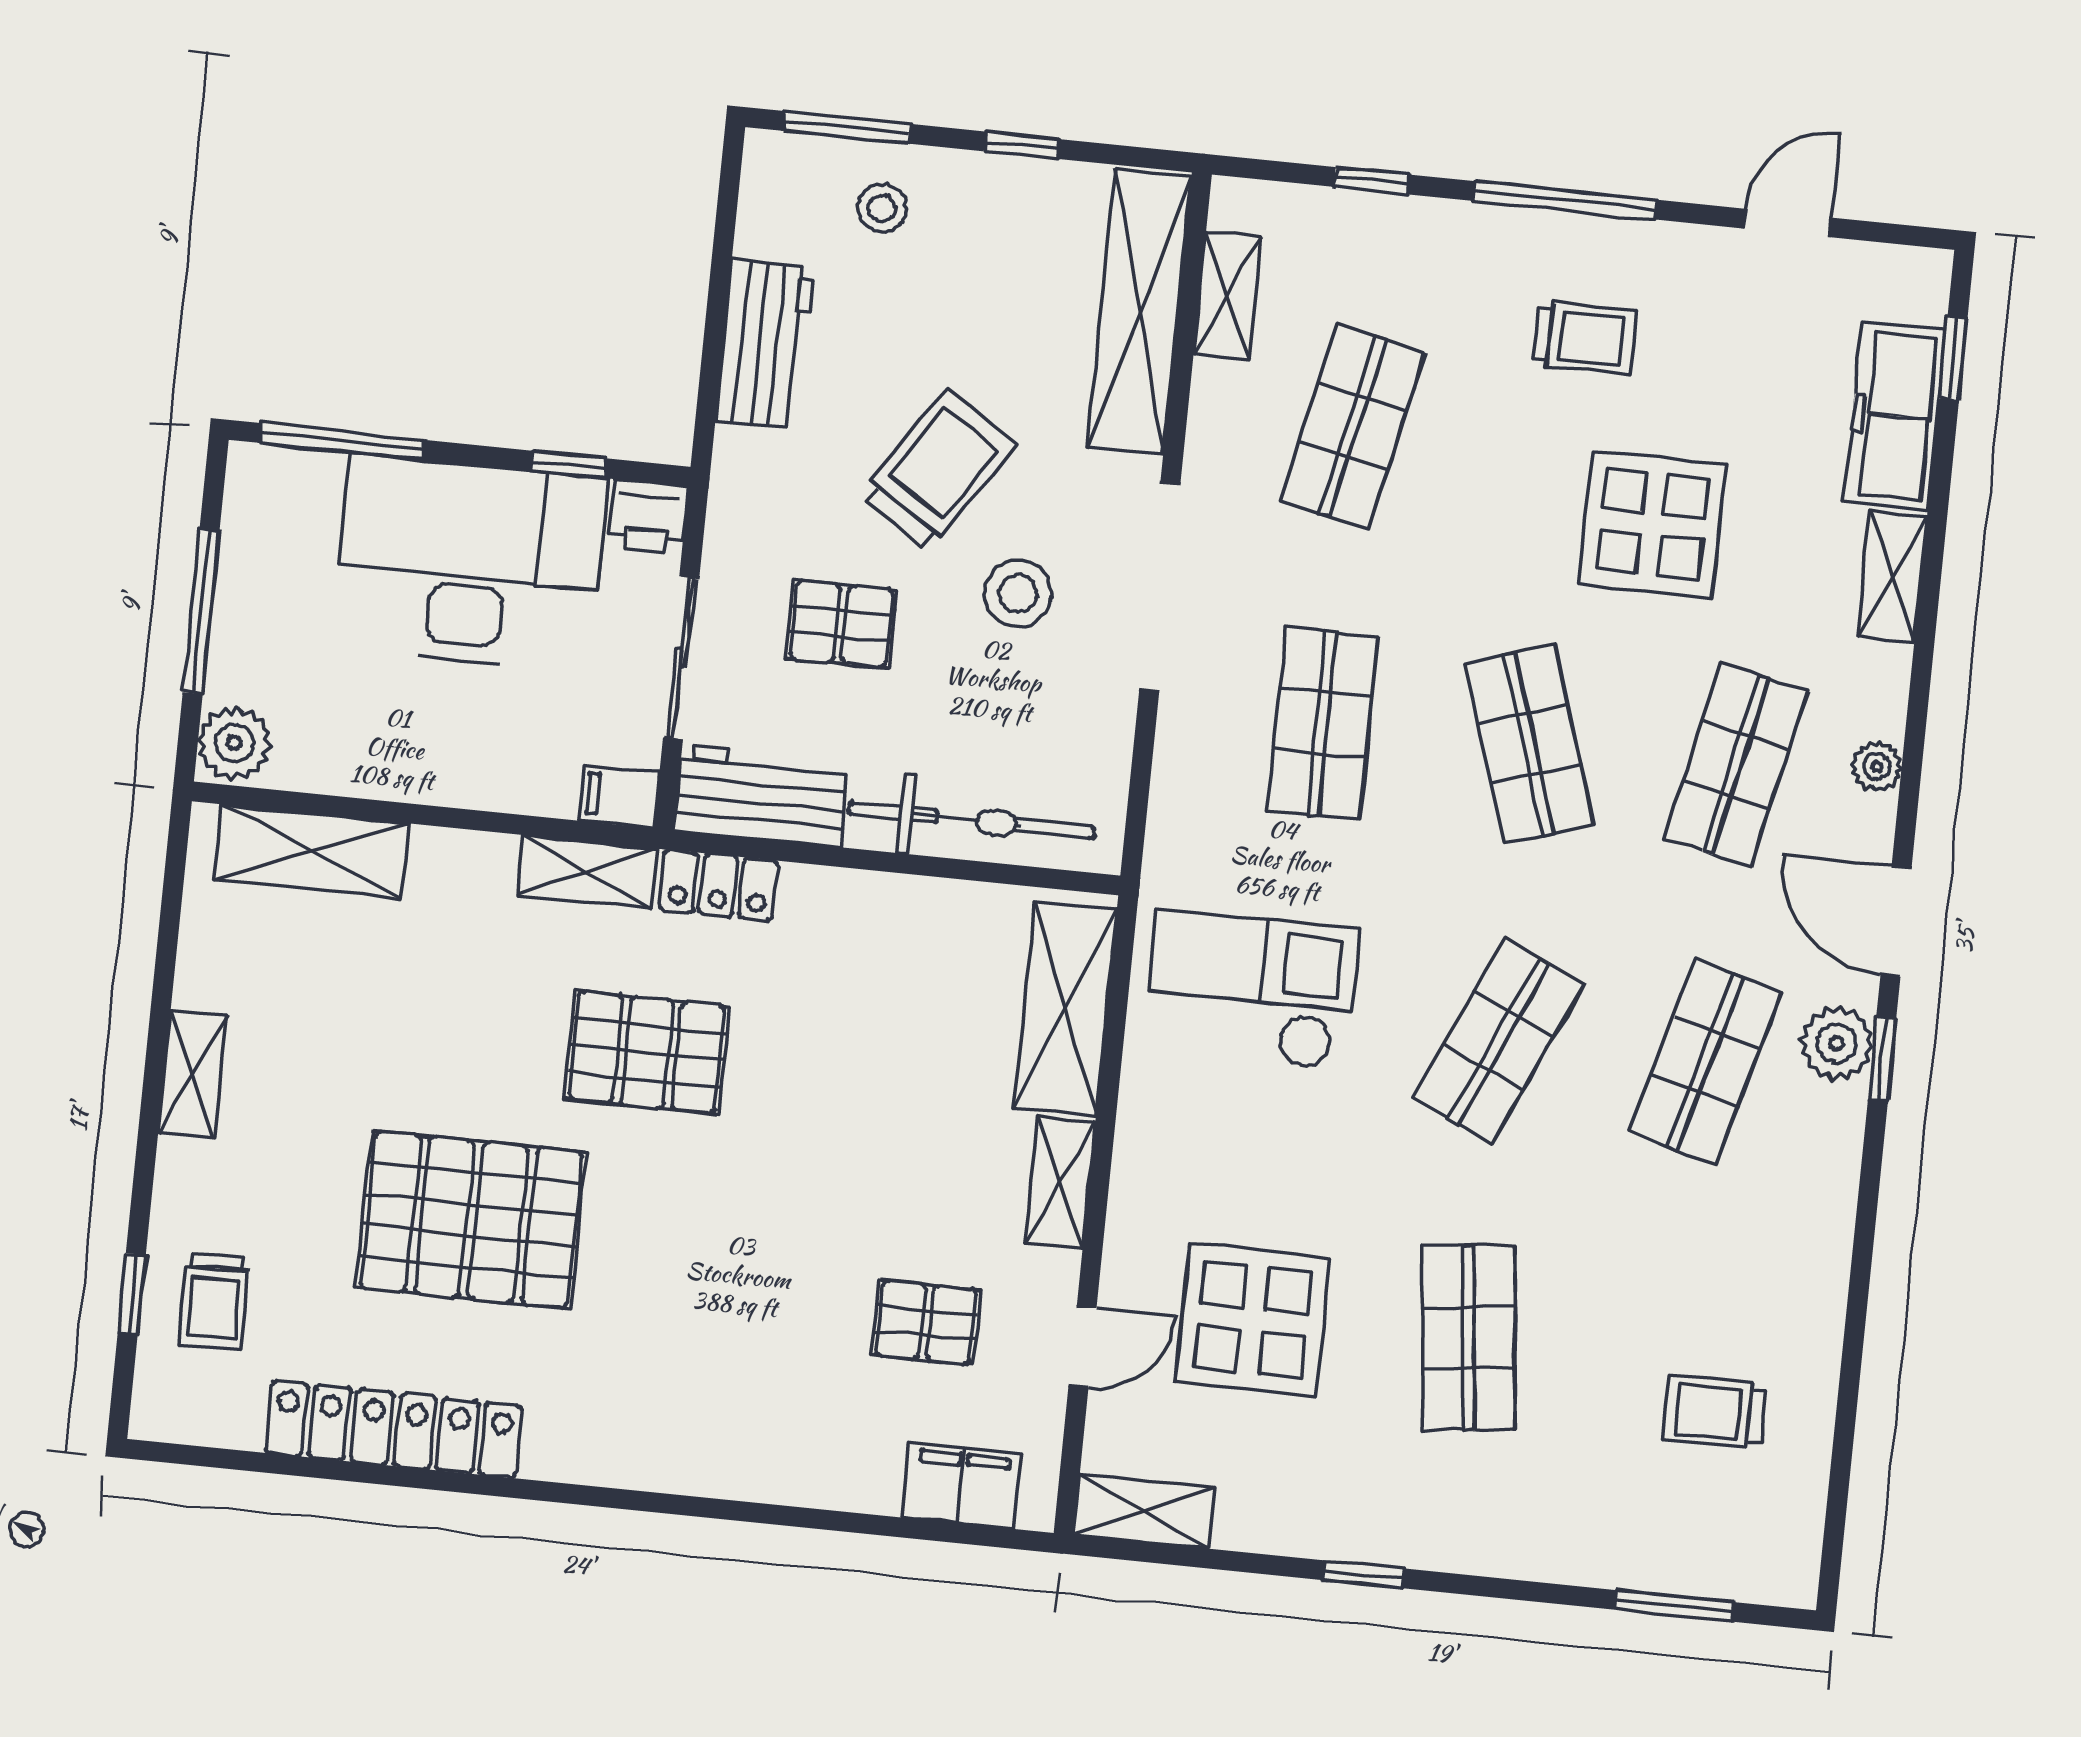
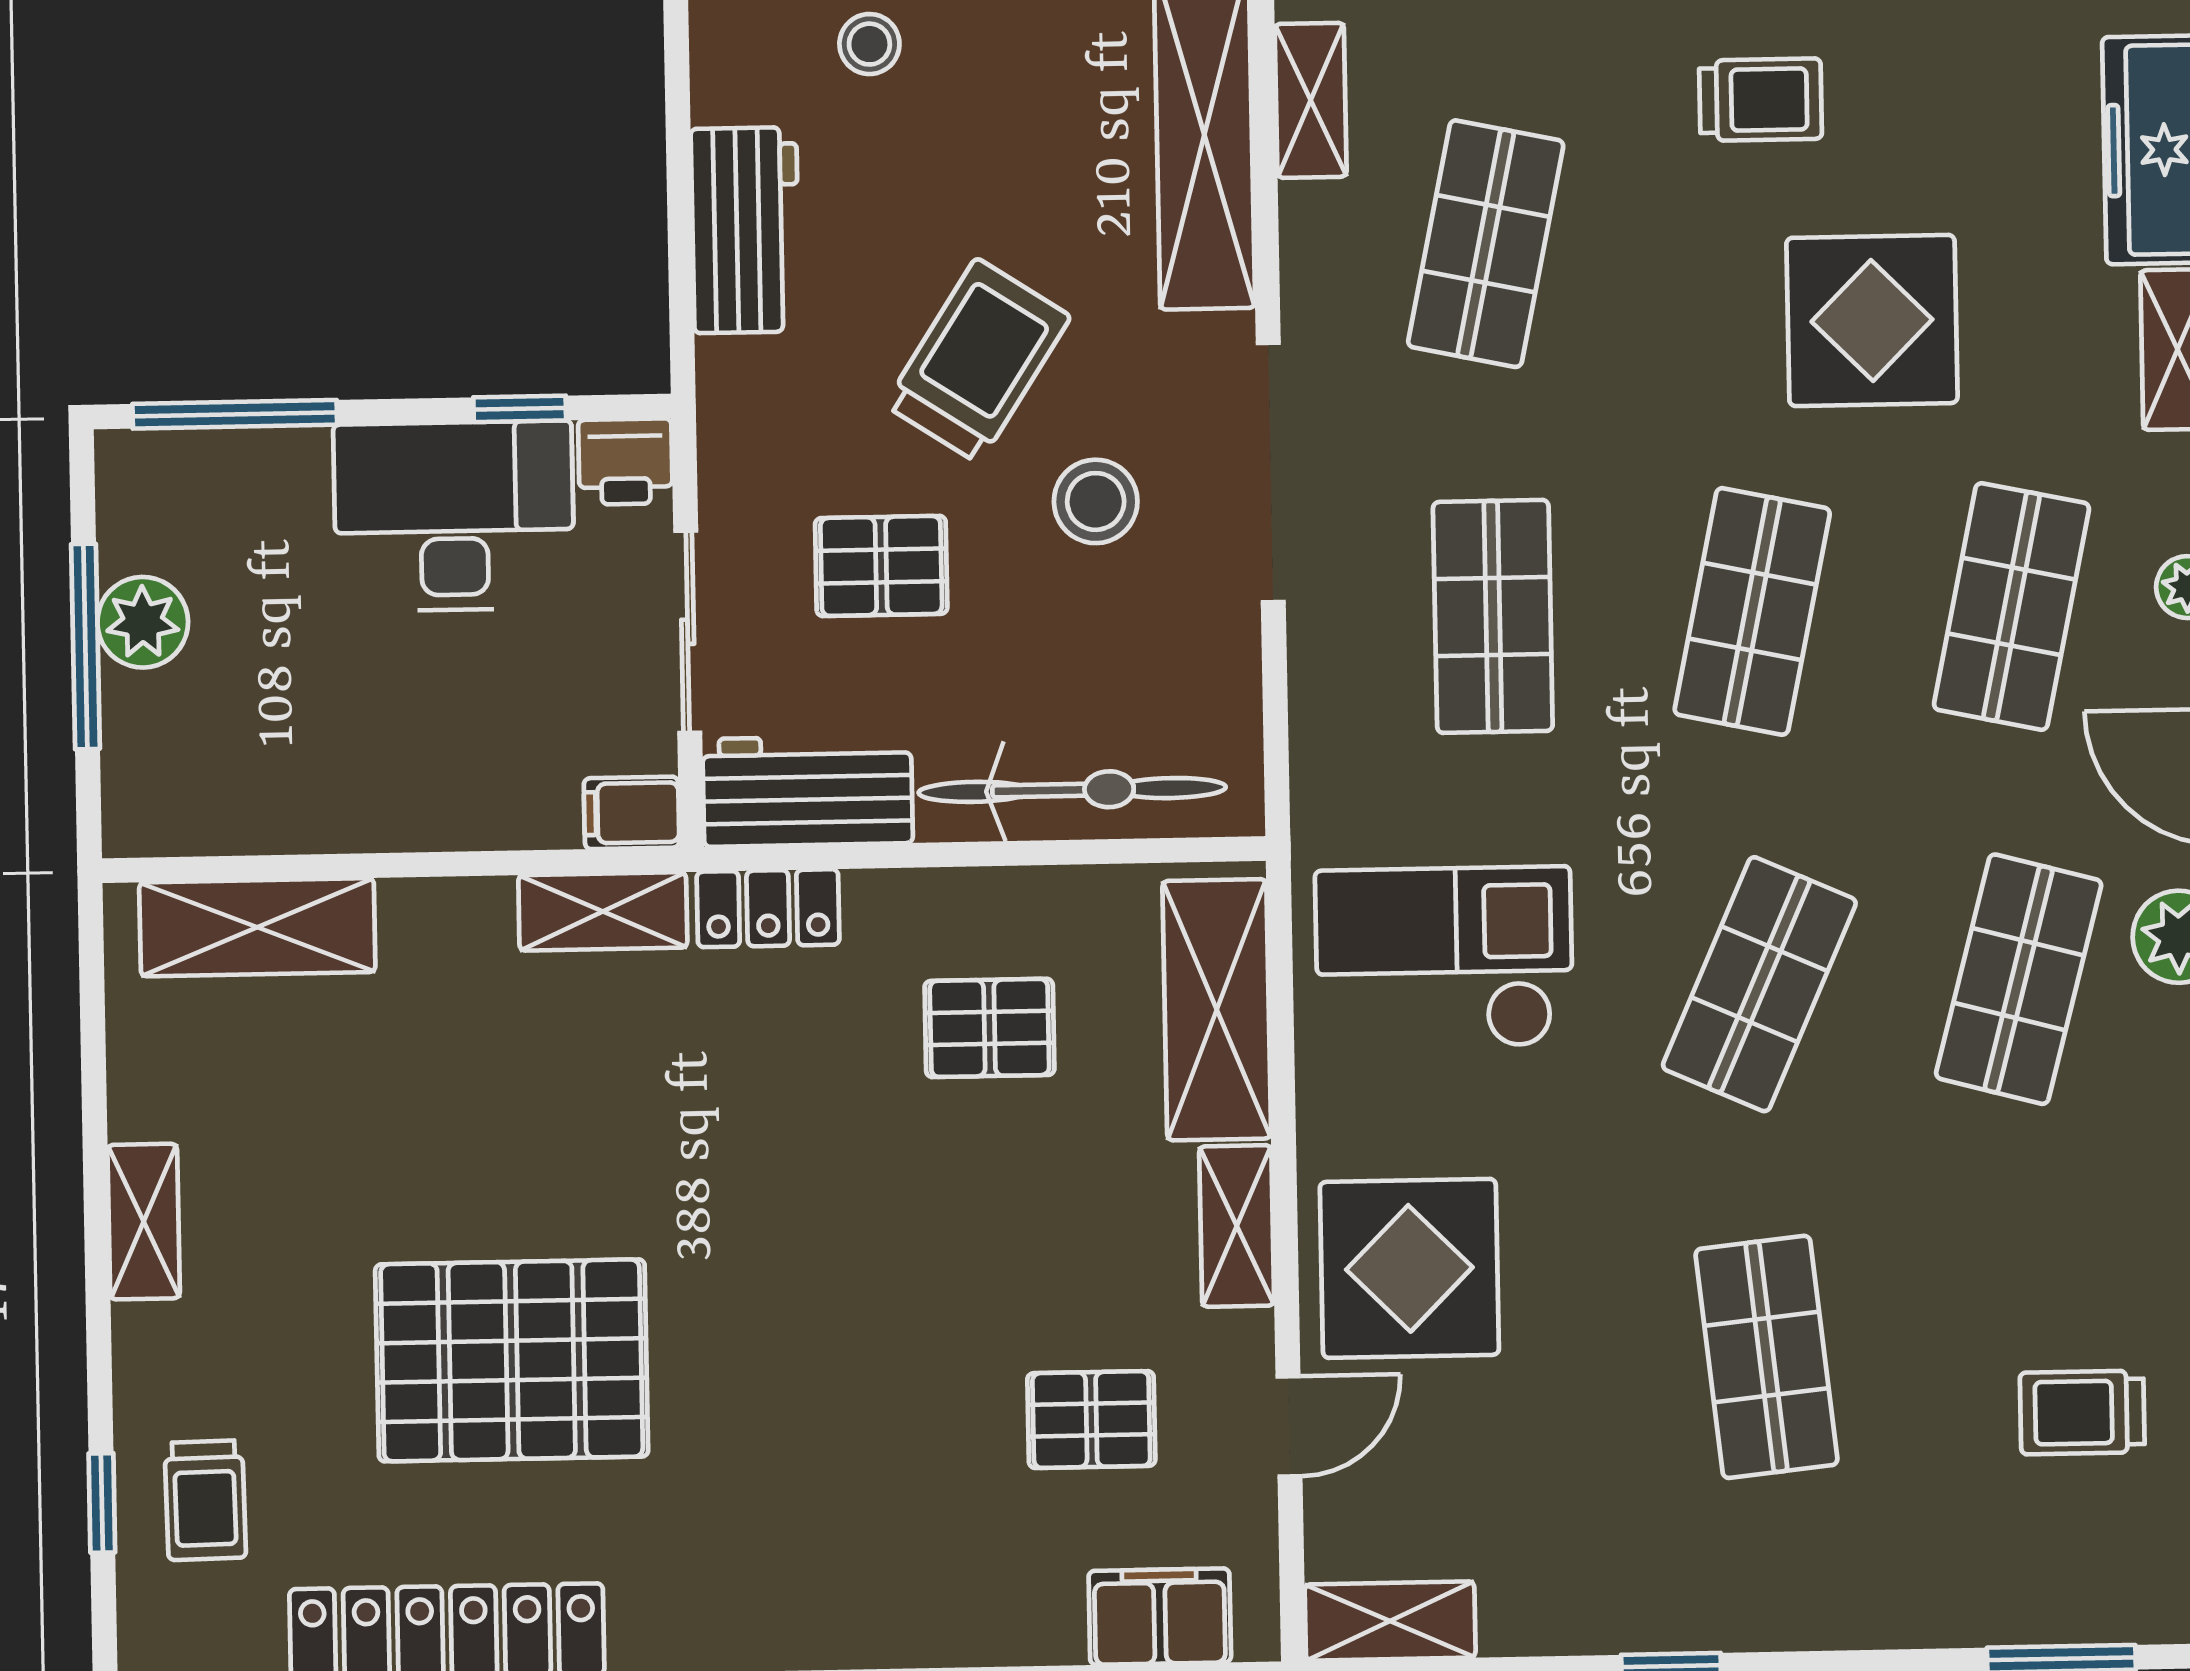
desk: (470, 562) -> (454, 516), width x0.73, depth x0.77
plant: (234, 743) -> (143, 622), moved
shop shelf: (1529, 744) -> (1752, 611), turned 30
pallet: (647, 1053) -> (989, 1028), moved, width x0.67, depth x0.71
display table: (1253, 1320) -> (1409, 1268), moved

